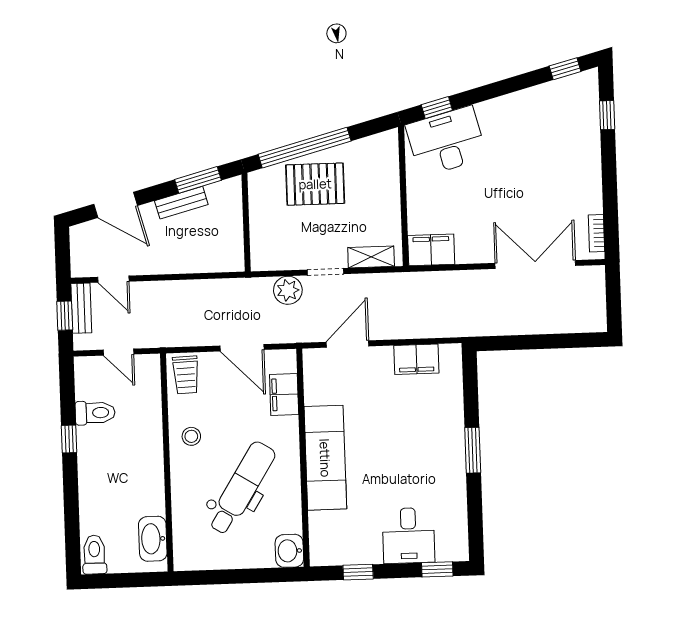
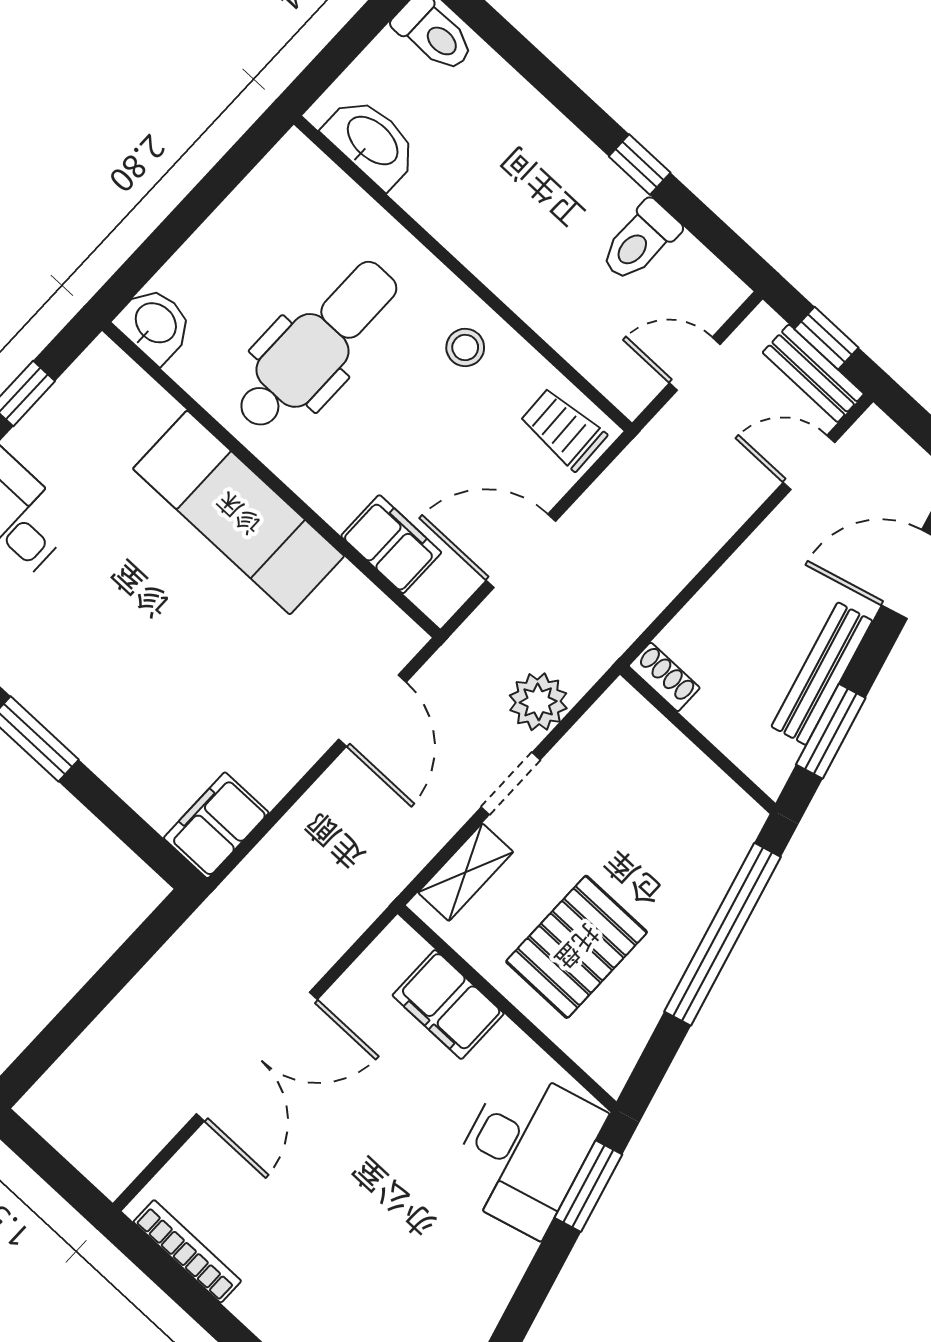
window: (437, 108) -> (588, 1186), width x1.50
pallet: (315, 184) -> (577, 947), moved
bench: (181, 203) -> (822, 674), width x1.36
bookcase: (596, 233) -> (187, 1251), width x1.56
filing cabinet: (431, 250) -> (448, 1004), moved, turned 90
shoe rack: (236, 256) -> (664, 677), added
double door: (535, 264) -> (257, 1057), moved
filing cabinet: (416, 359) -> (216, 825), moved
dental chair: (242, 488) -> (316, 346), turned -122

